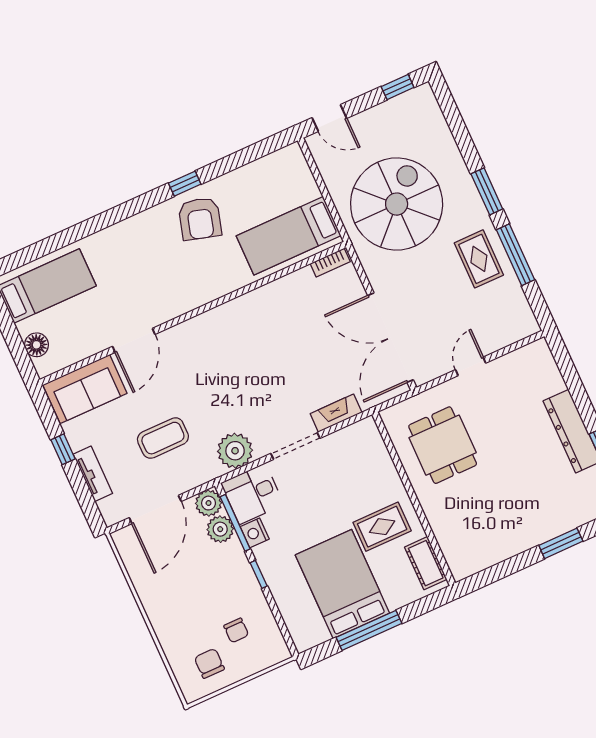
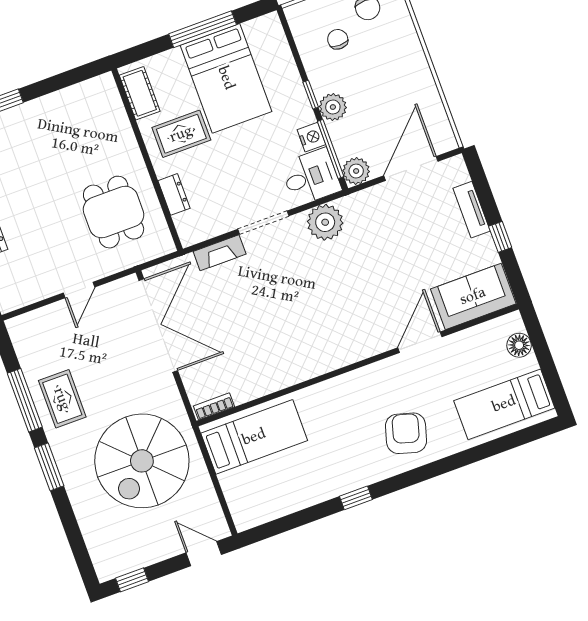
armchair: (200, 219) -> (406, 433), moved
coffee table: (163, 438) -> (398, 241), removed
dresser: (385, 467) -> (174, 194), added
plant: (220, 529) -> (333, 107), moved

